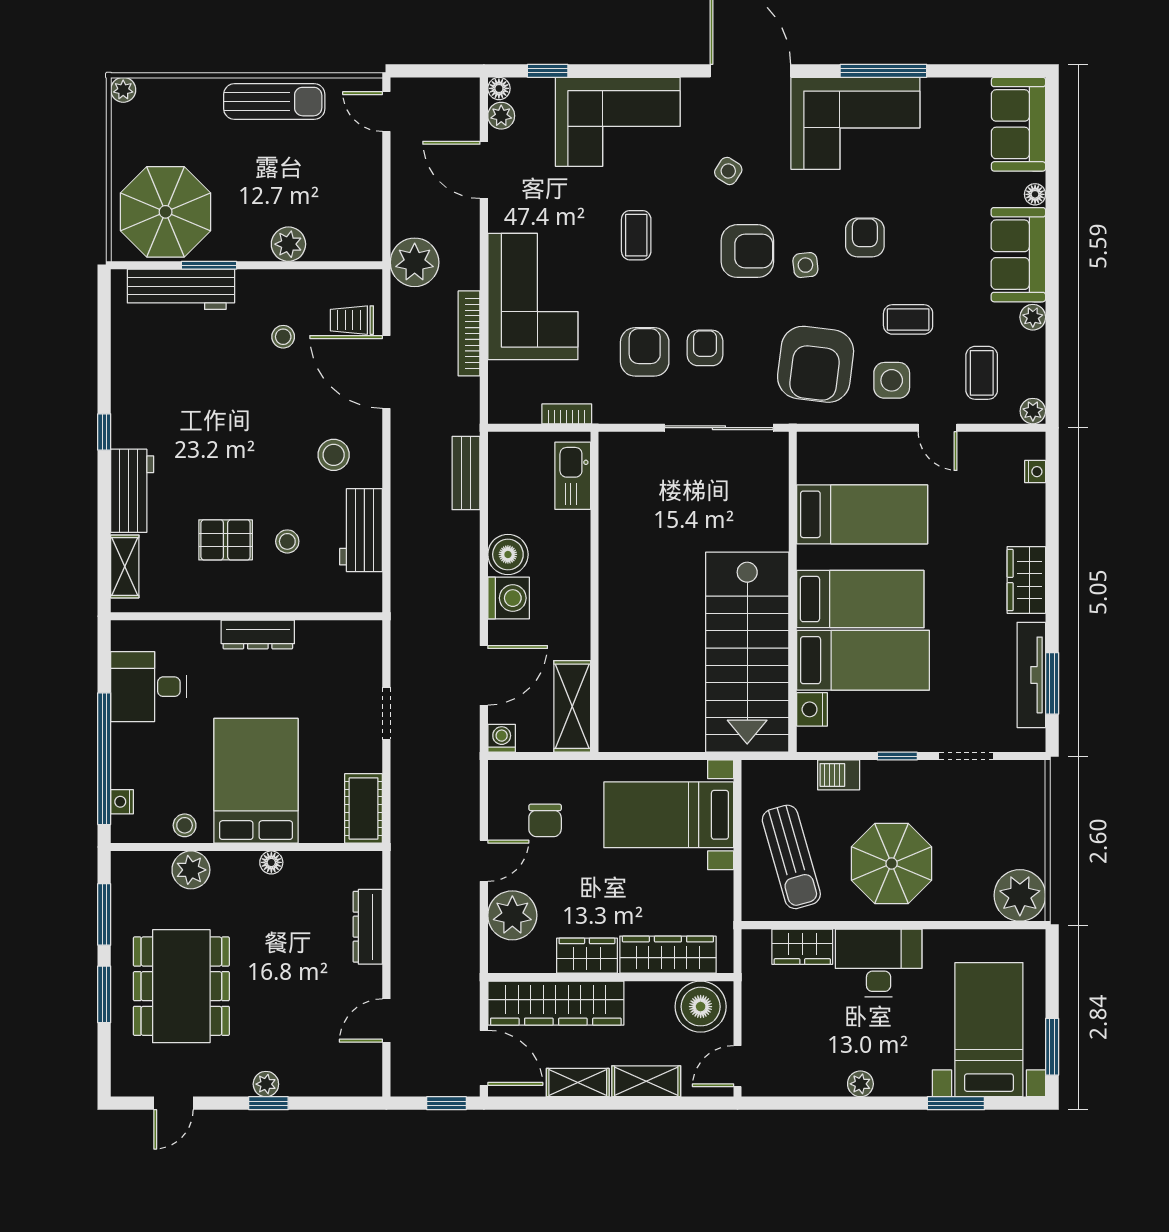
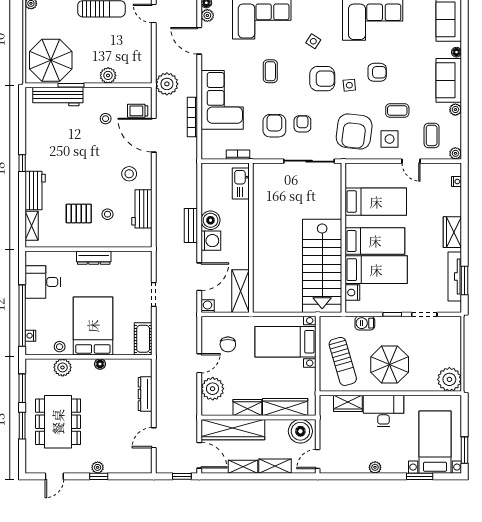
armchair: (865, 237) -> (377, 72), turned 90
bench: (466, 473) -> (191, 226), moved

